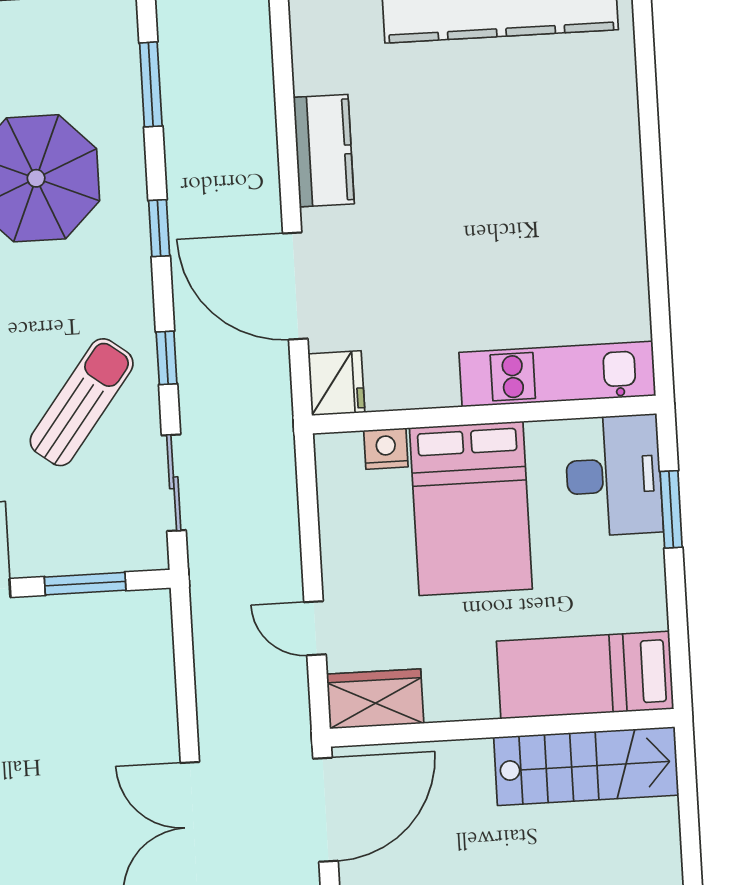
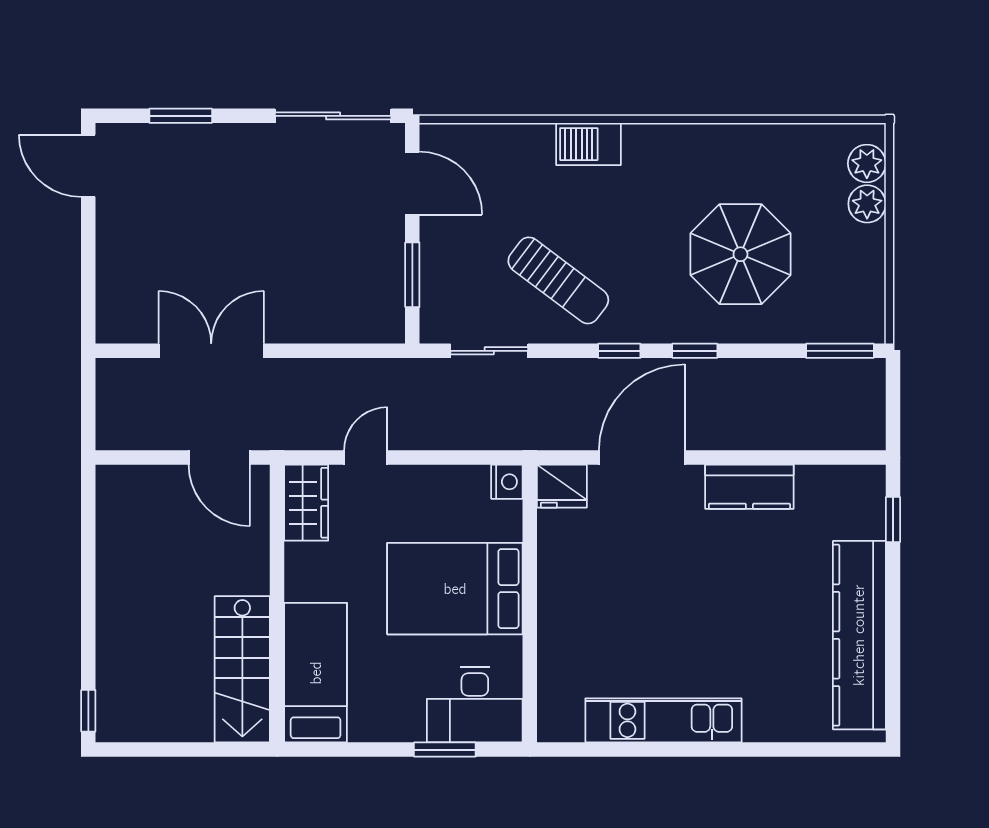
window: (151, 84) -> (840, 351), moved
window: (167, 358) -> (619, 351), moved
kitchen unit: (557, 374) -> (663, 720), moved, turned -90
nightstand: (386, 449) -> (507, 482), moved
door: (325, 810) -> (219, 458), width x0.73

